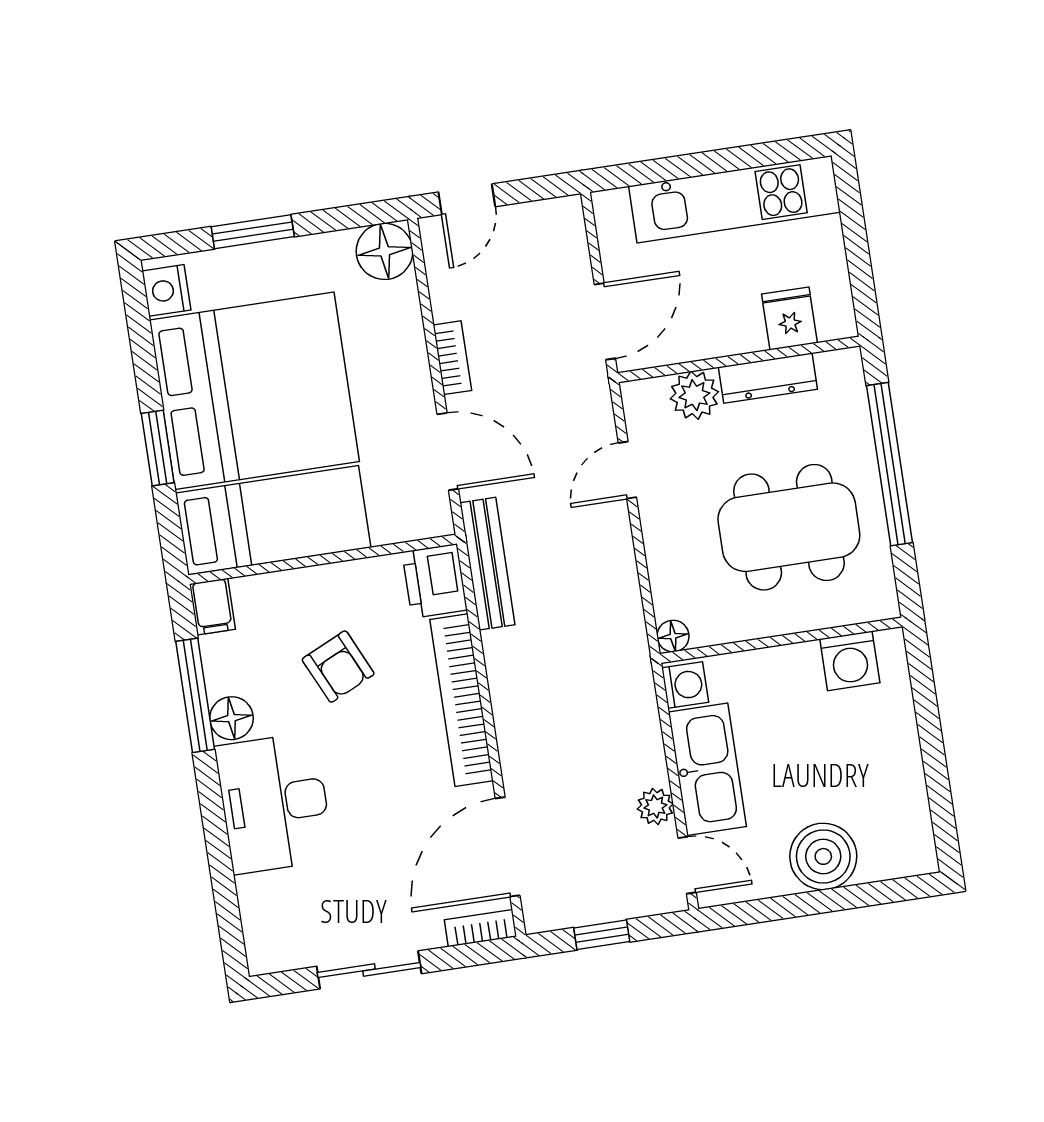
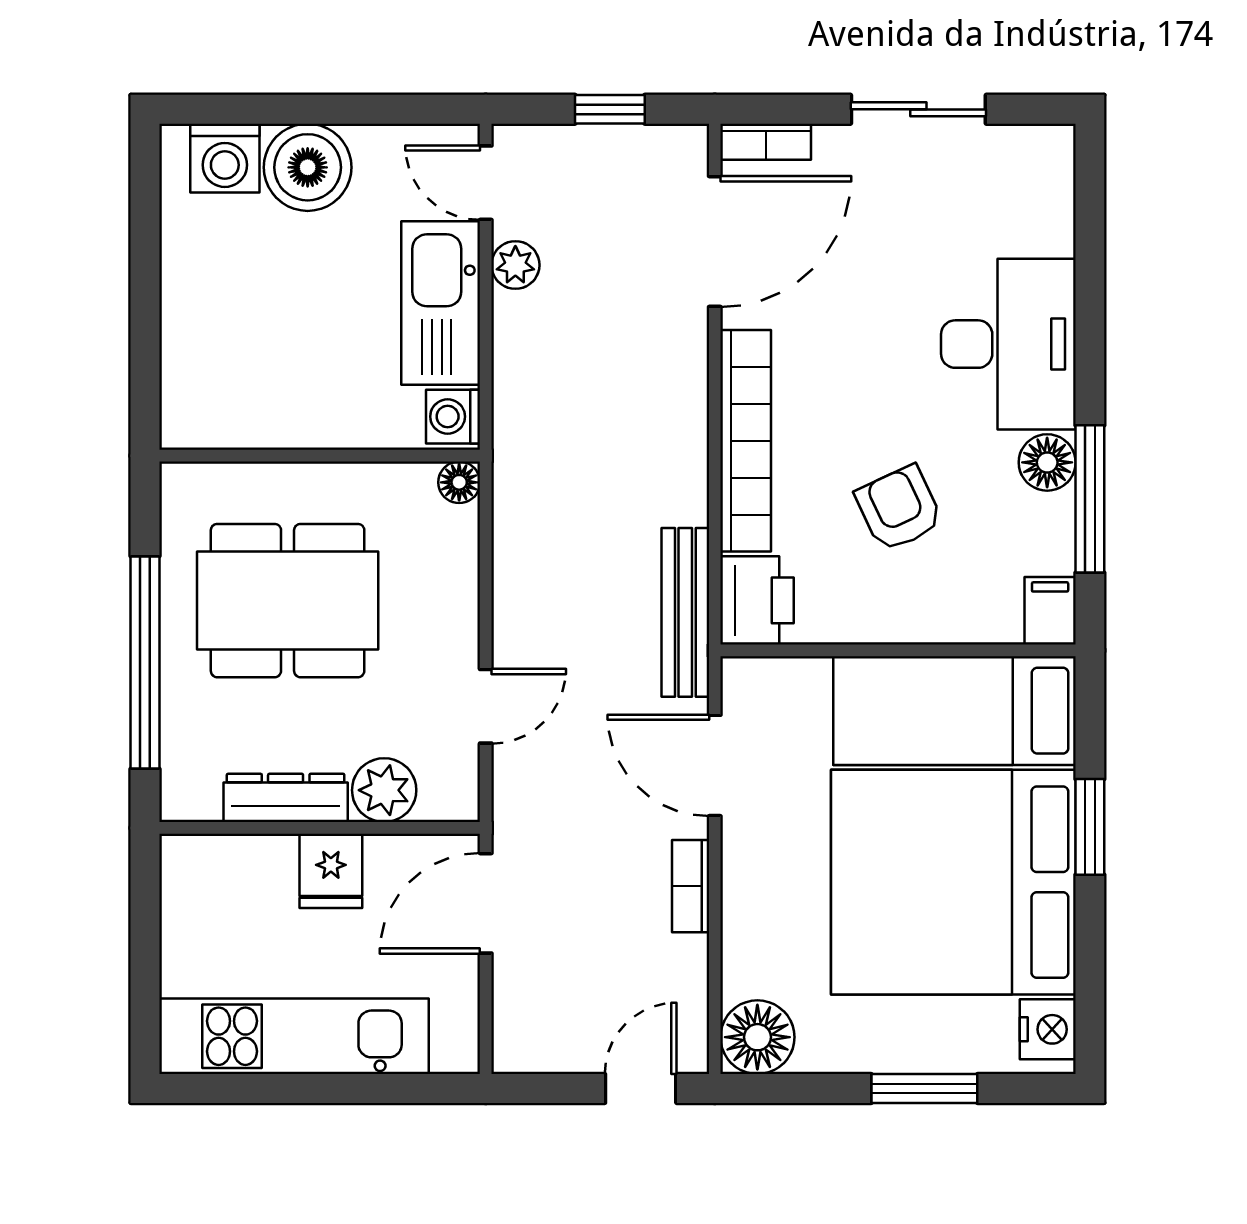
fridge: (789, 318) -> (331, 871), moved
washing machine: (850, 661) -> (225, 158), moved, turned 180

